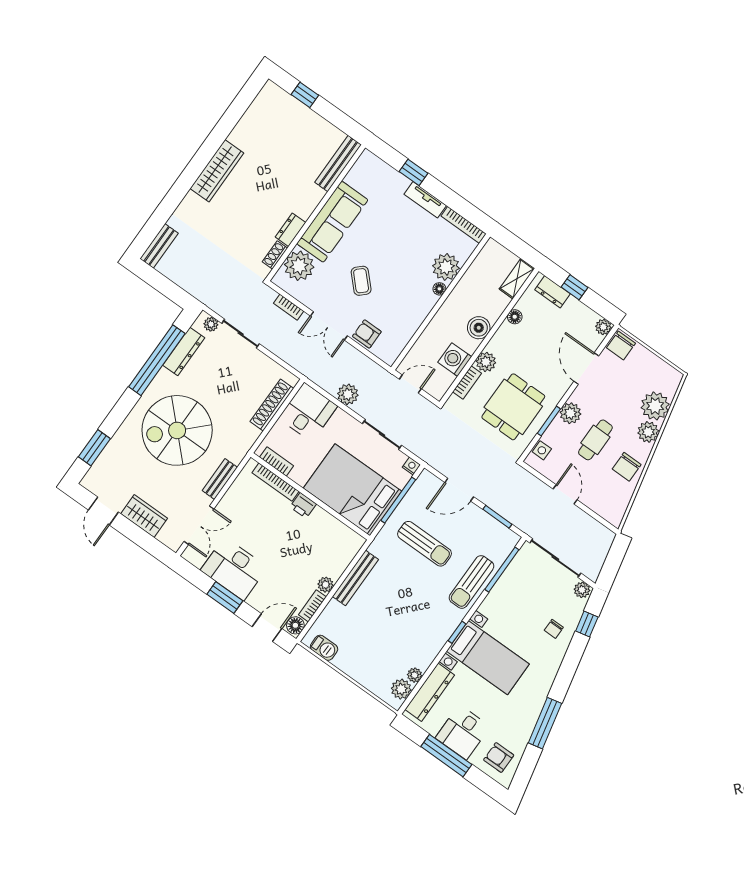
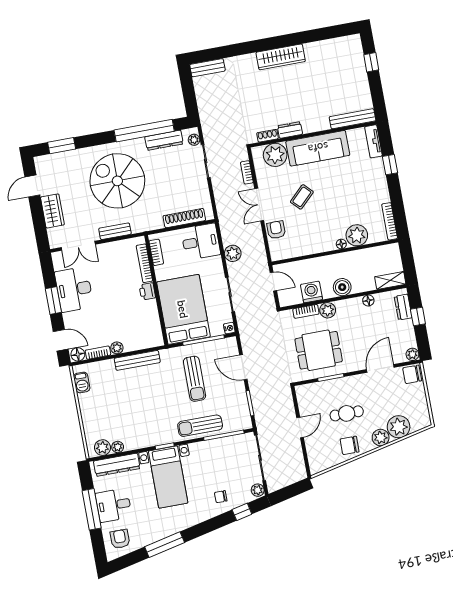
tv unit: (425, 200) -> (373, 141), moved
plant: (570, 413) -> (347, 385), removed
side table: (542, 450) -> (311, 390), removed

